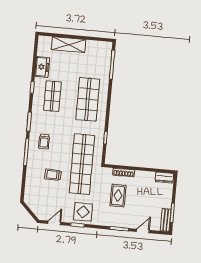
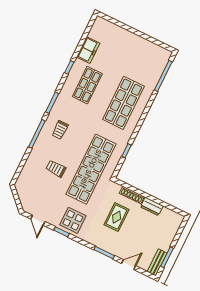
shelving: (69, 45) -> (125, 37), removed
dresser: (164, 178) -> (152, 206), moved
door: (54, 223) -> (38, 220), swing flipped

